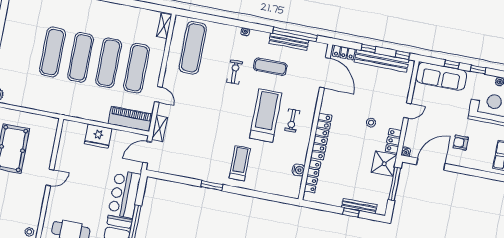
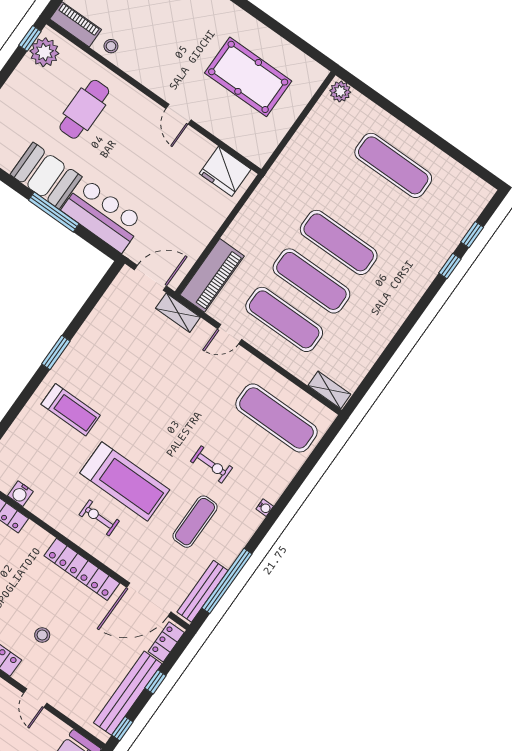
bench: (289, 42) -> (203, 591), moved
exercise mat: (53, 52) -> (393, 165), moved
fridge: (98, 136) -> (225, 171), moved, turned -90
locker: (321, 136) -> (82, 569), moved
door: (147, 152) -> (150, 278), hinge flipped

